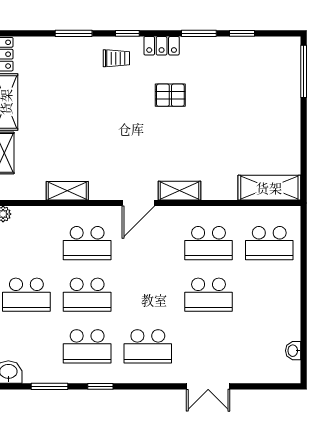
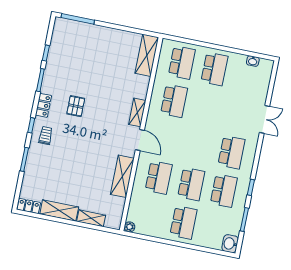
shelving: (67, 191) -> (122, 176), width x1.50, depth x1.33
school desk: (209, 295) -> (214, 69), moved

